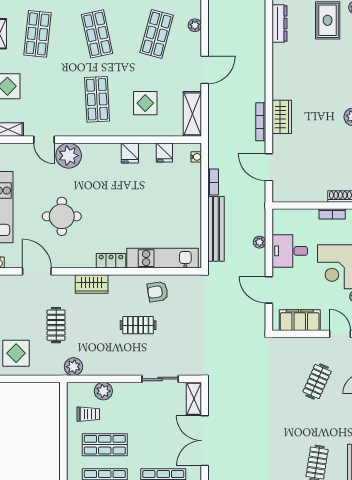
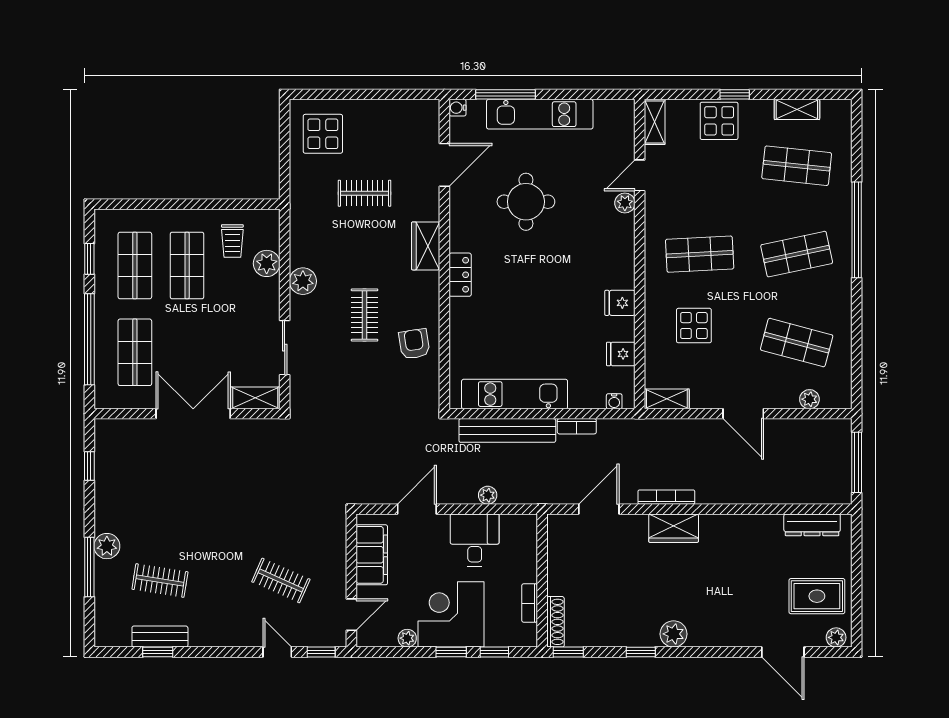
shelving: (192, 114) -> (667, 399), width x0.67, depth x0.75
plant: (69, 156) -> (625, 203), width x0.53, depth x0.53
kitchen unit: (163, 258) -> (515, 394), moved, turned -90
plant: (73, 367) -> (303, 281), moved

